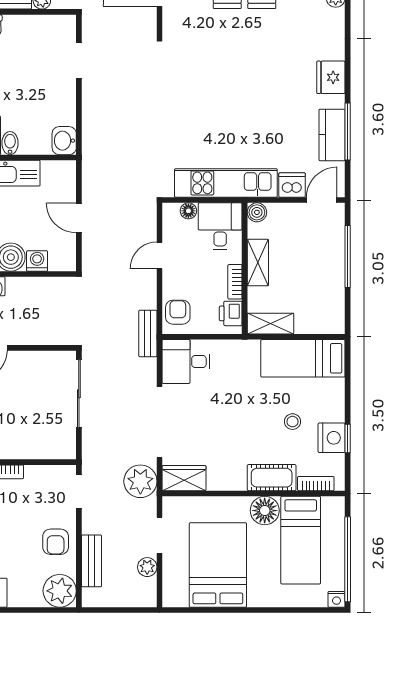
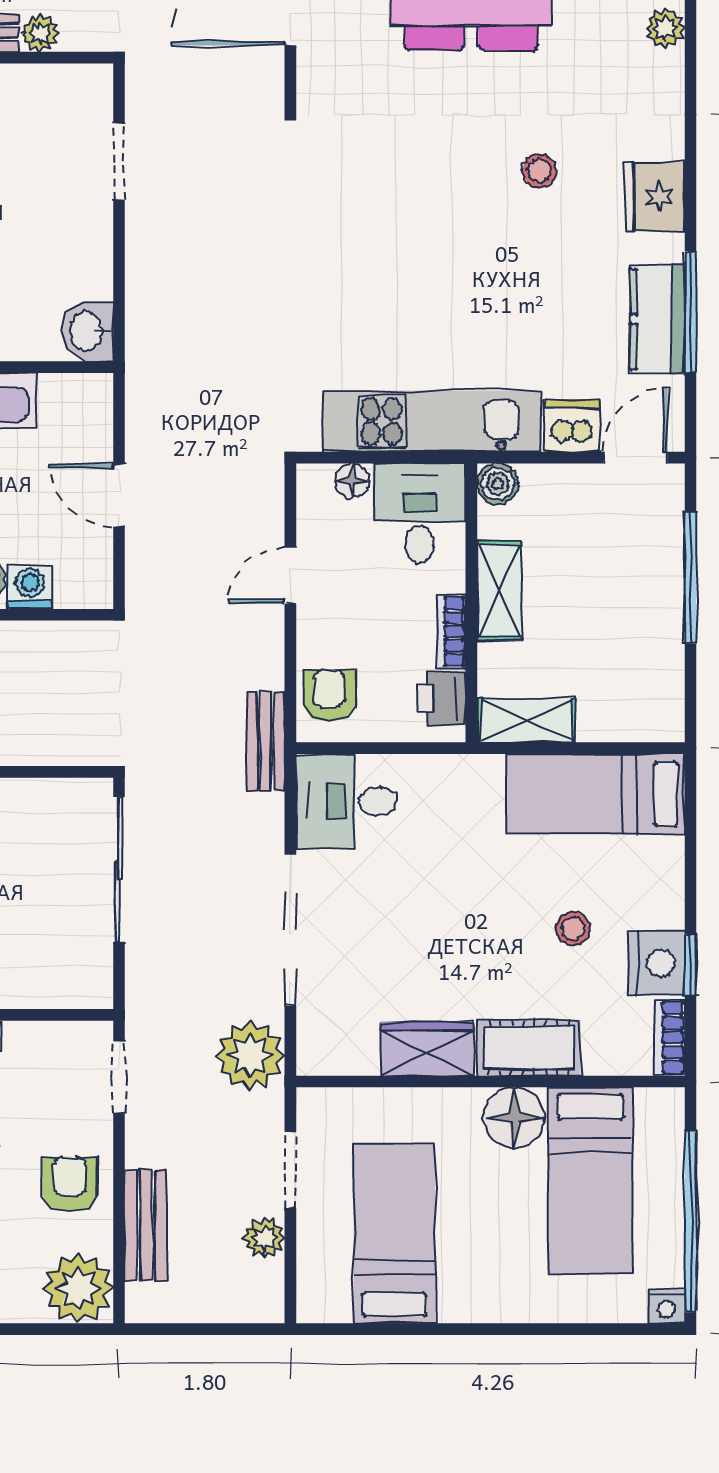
stool: (277, 65) -> (539, 171), added
wardrobe: (184, 478) -> (427, 1049), moved
bookcase: (316, 484) -> (669, 1037), moved, turned -90
armchair: (56, 542) -> (70, 1184), turned 180
bed: (218, 565) -> (394, 1234), width x0.67

